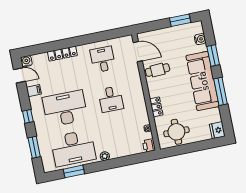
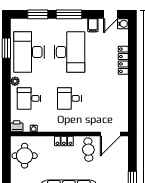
desk: (103, 59) -> (29, 98), moved, turned 180
locker: (156, 107) -> (64, 141), moved
window: (28, 116) -> (69, 14), width x2.17

